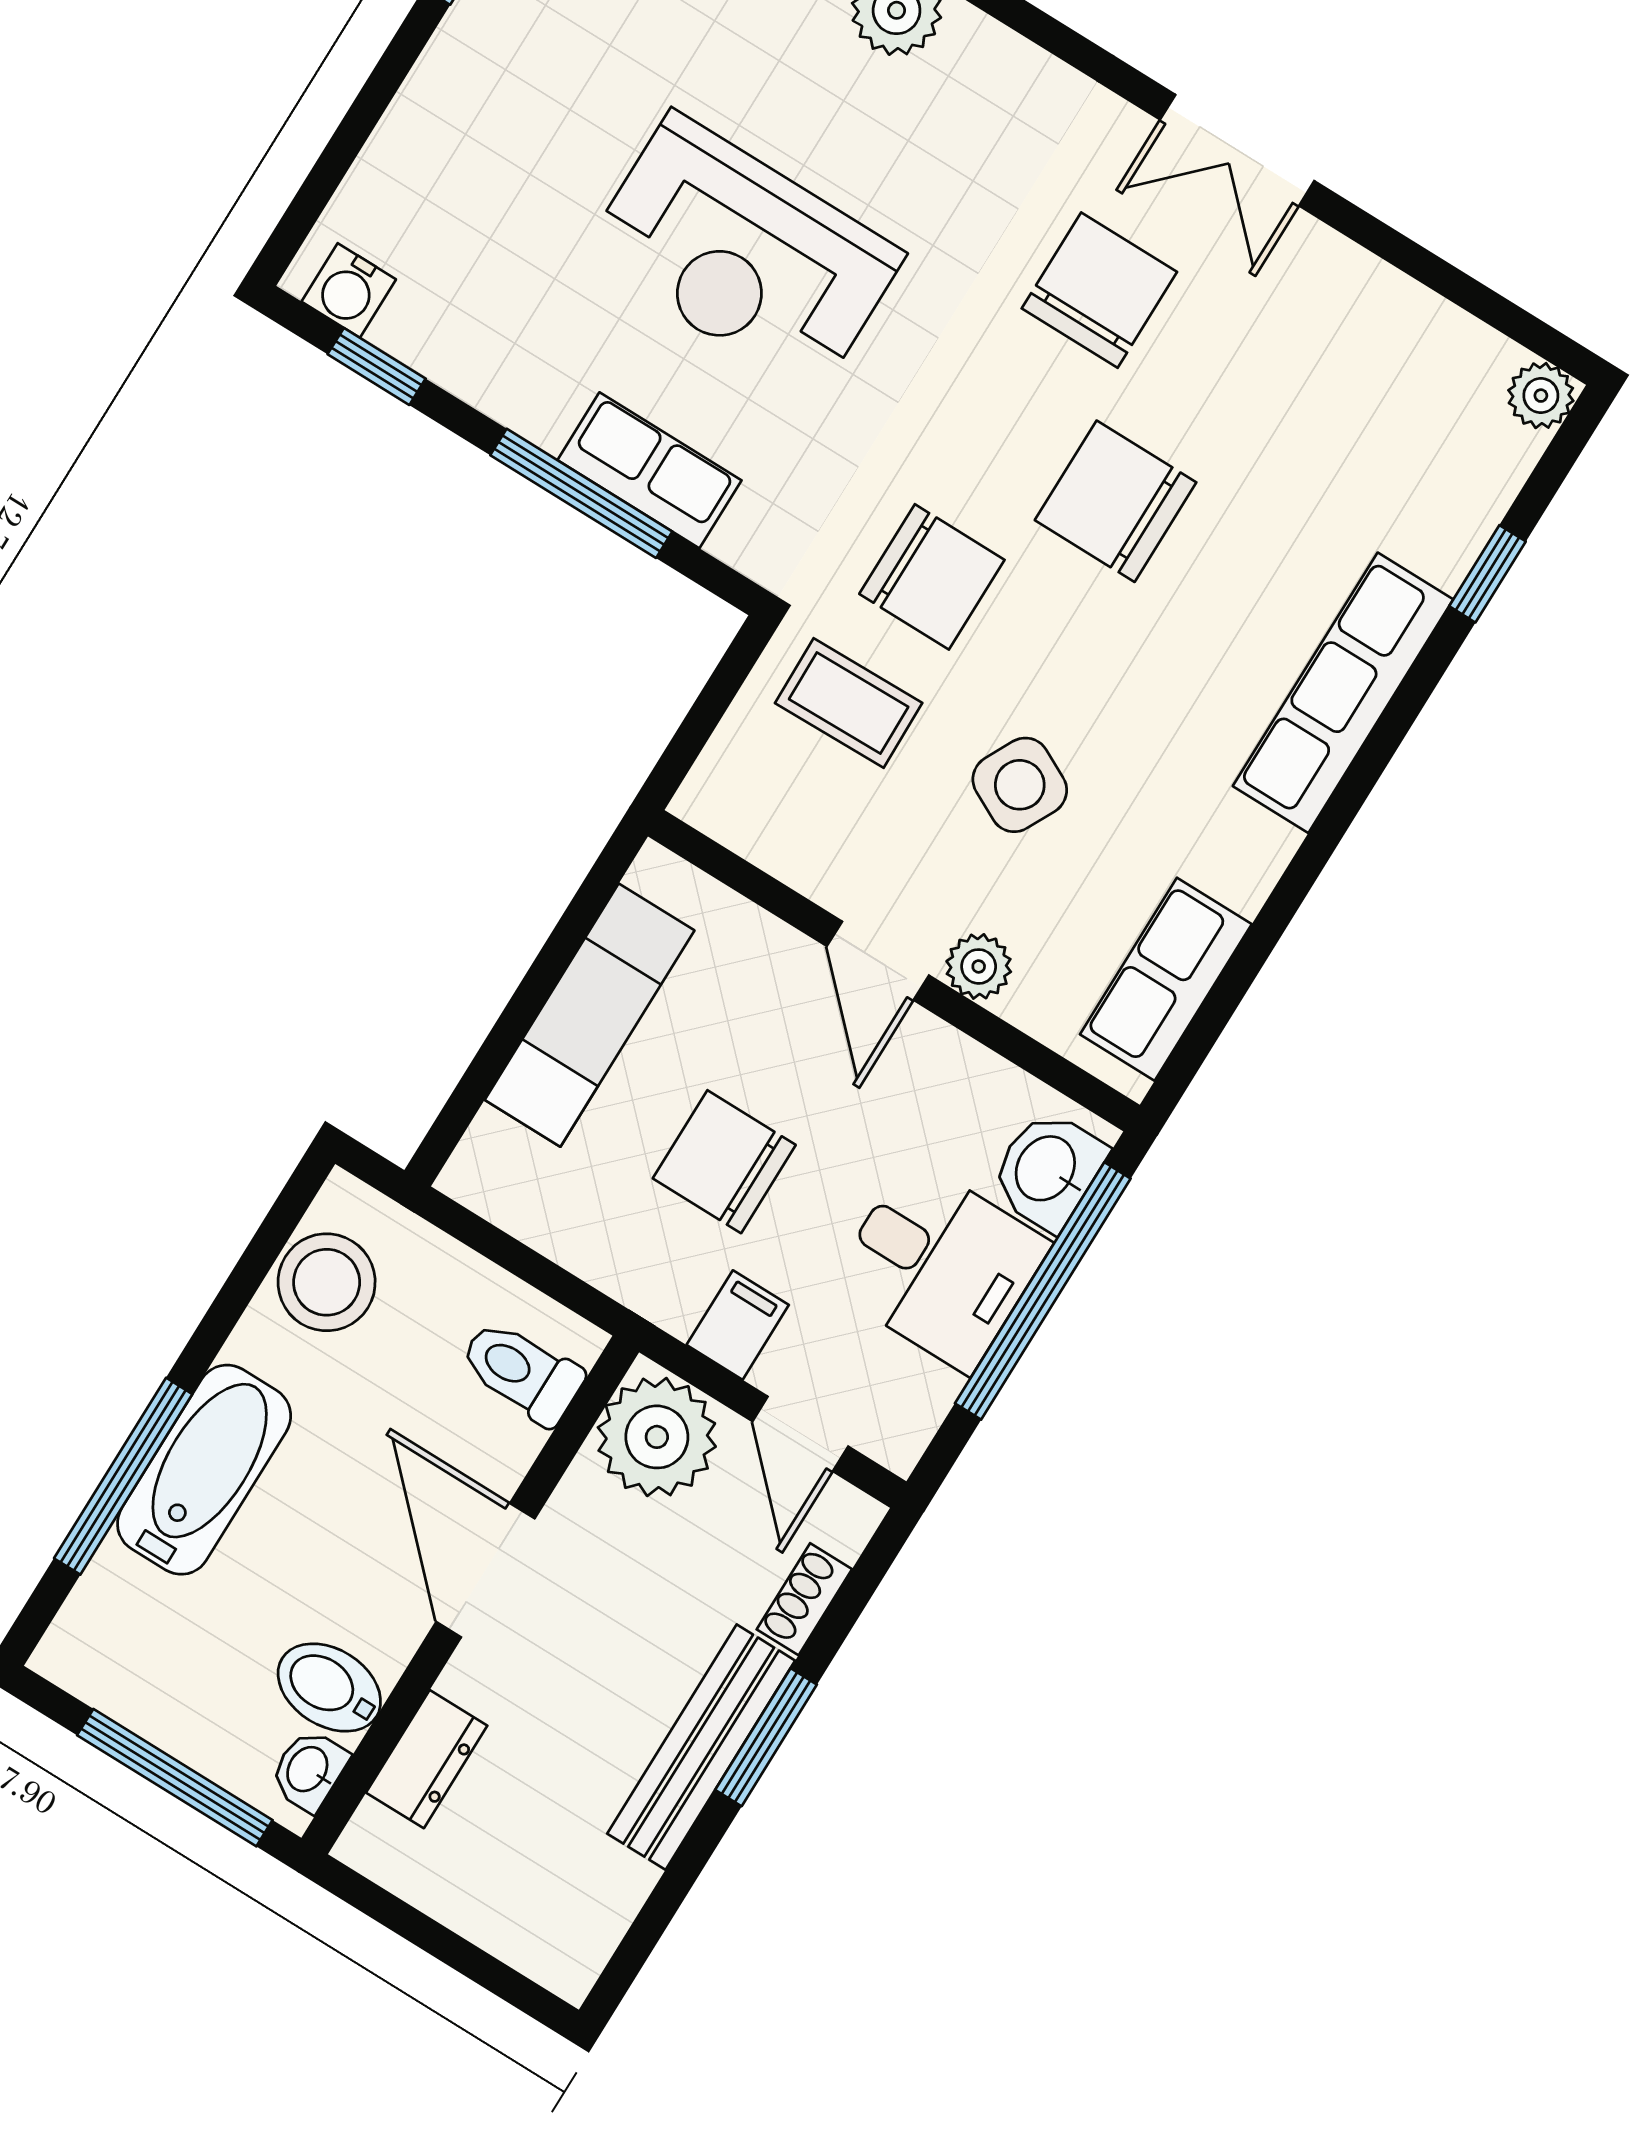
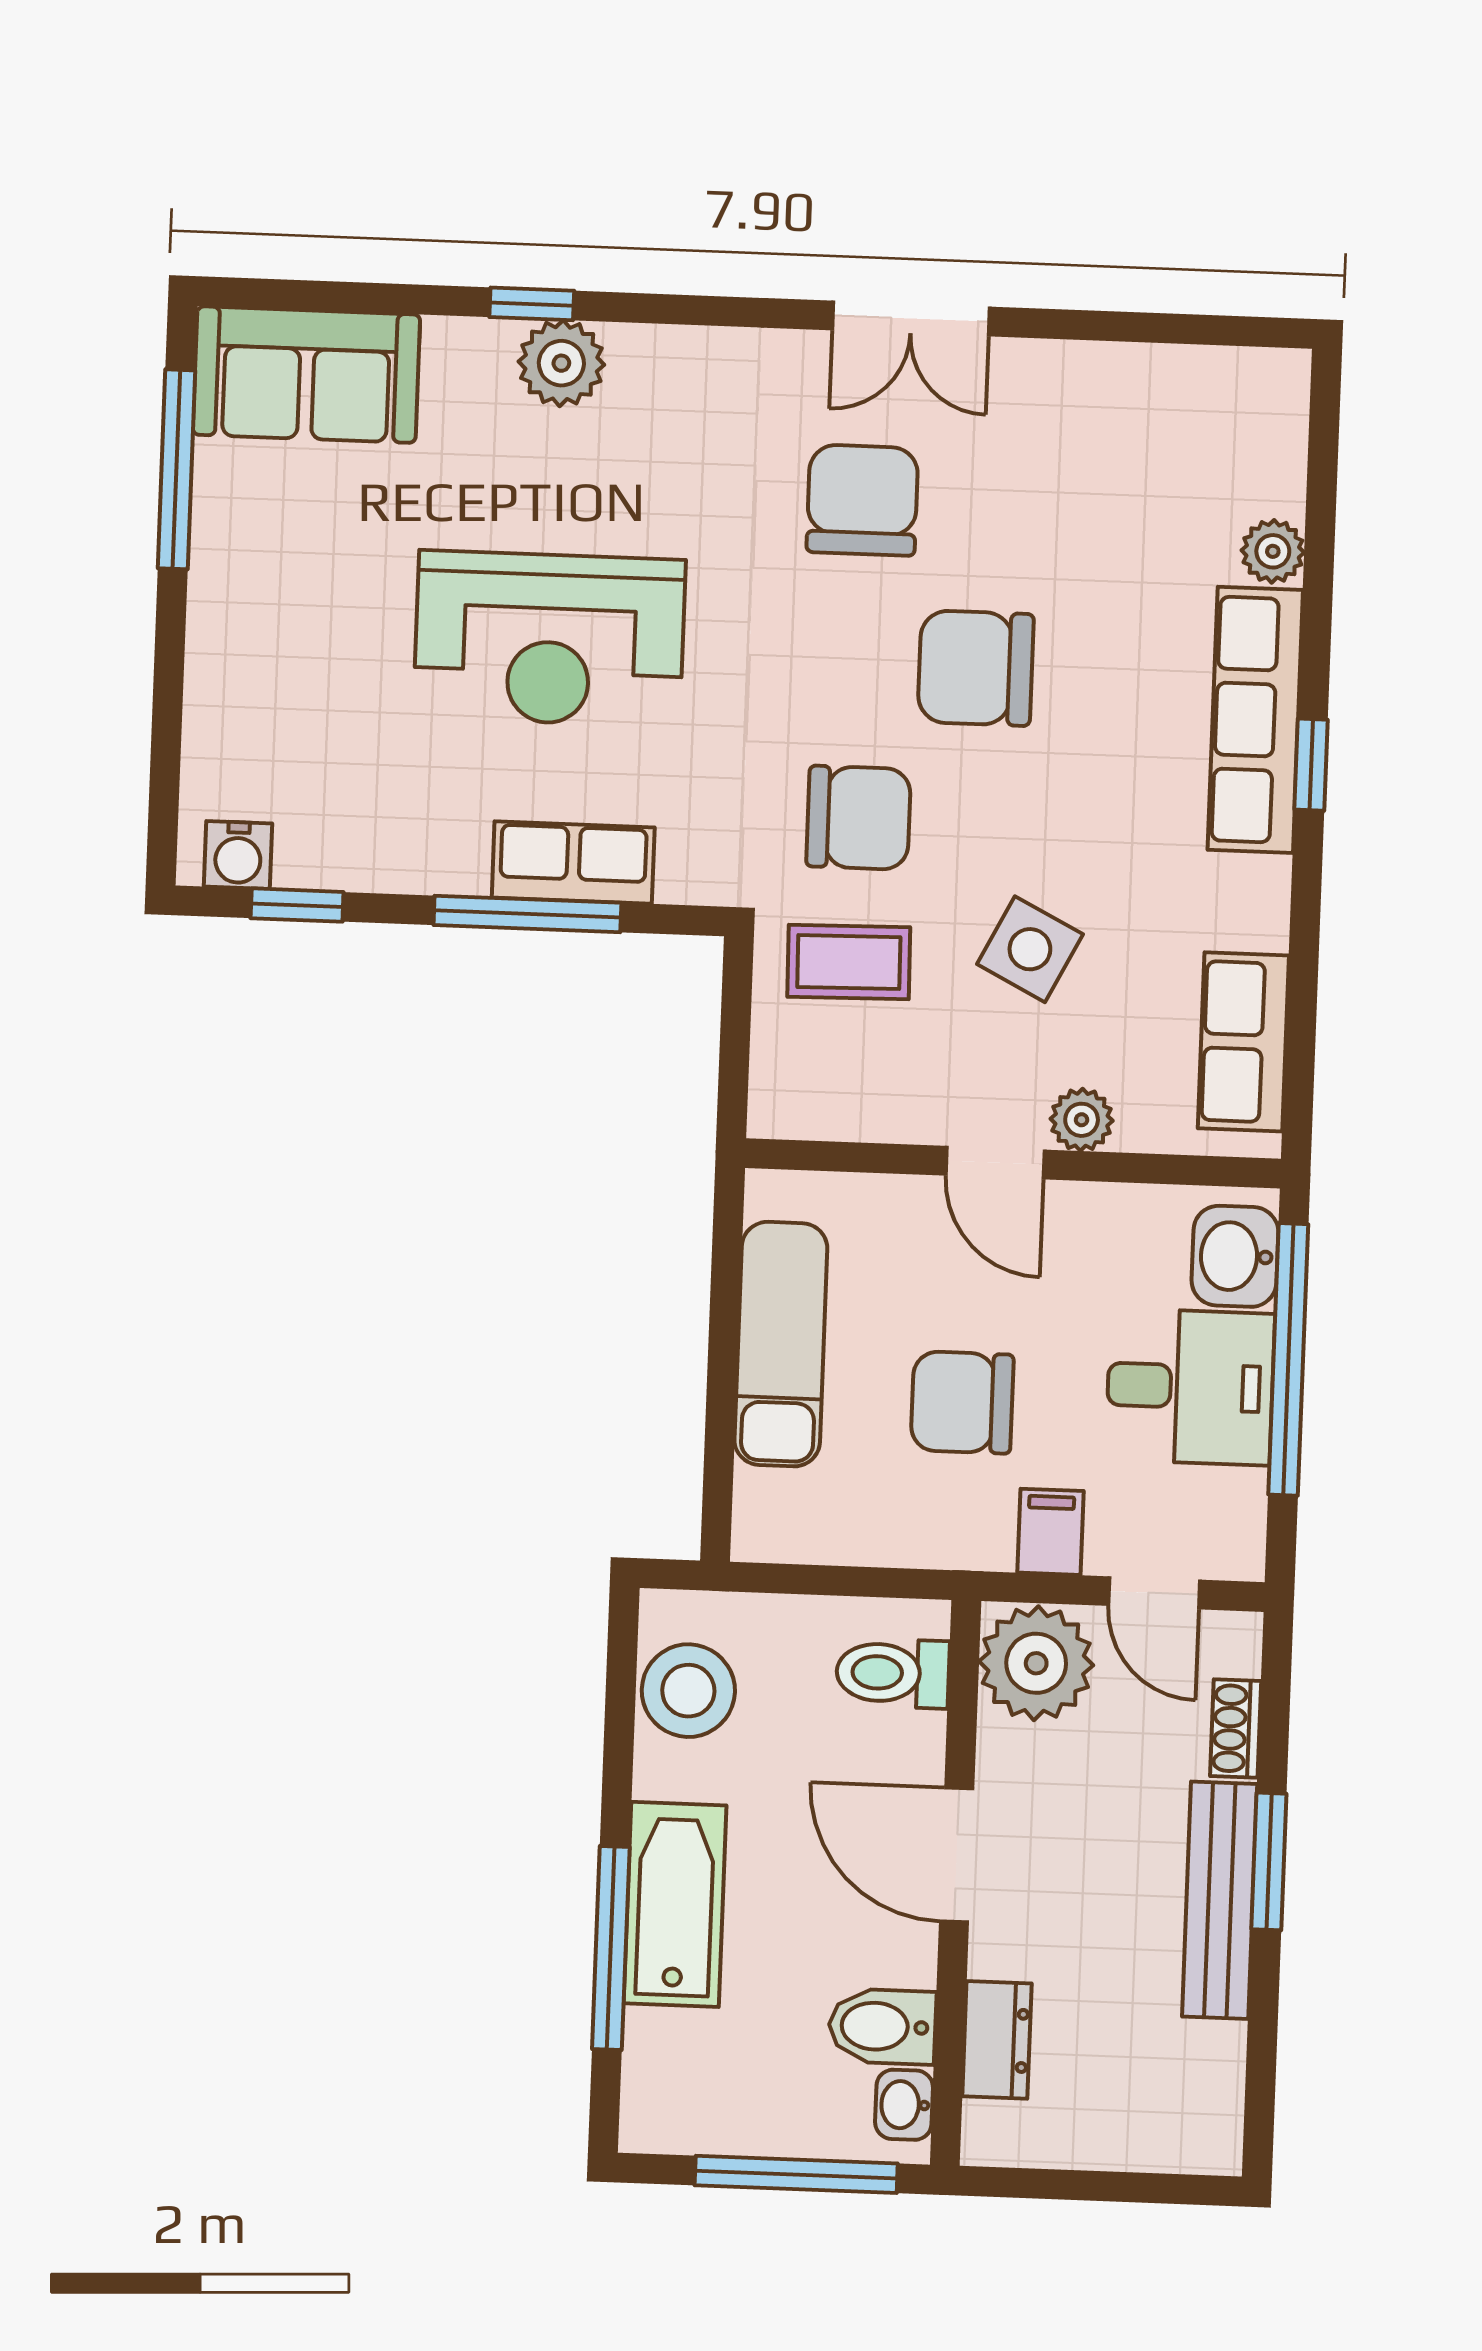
plant: (1541, 396) -> (1273, 551), moved
window: (1487, 574) -> (1311, 765), moved

